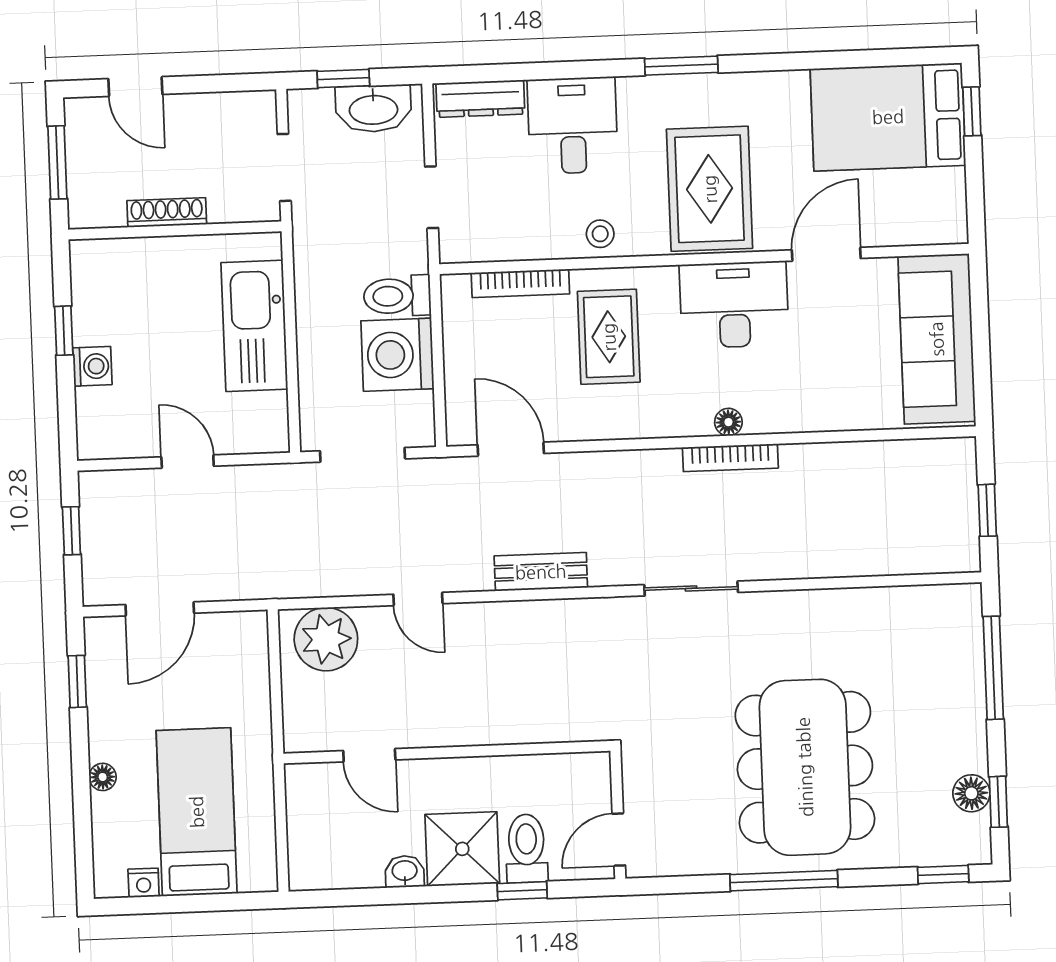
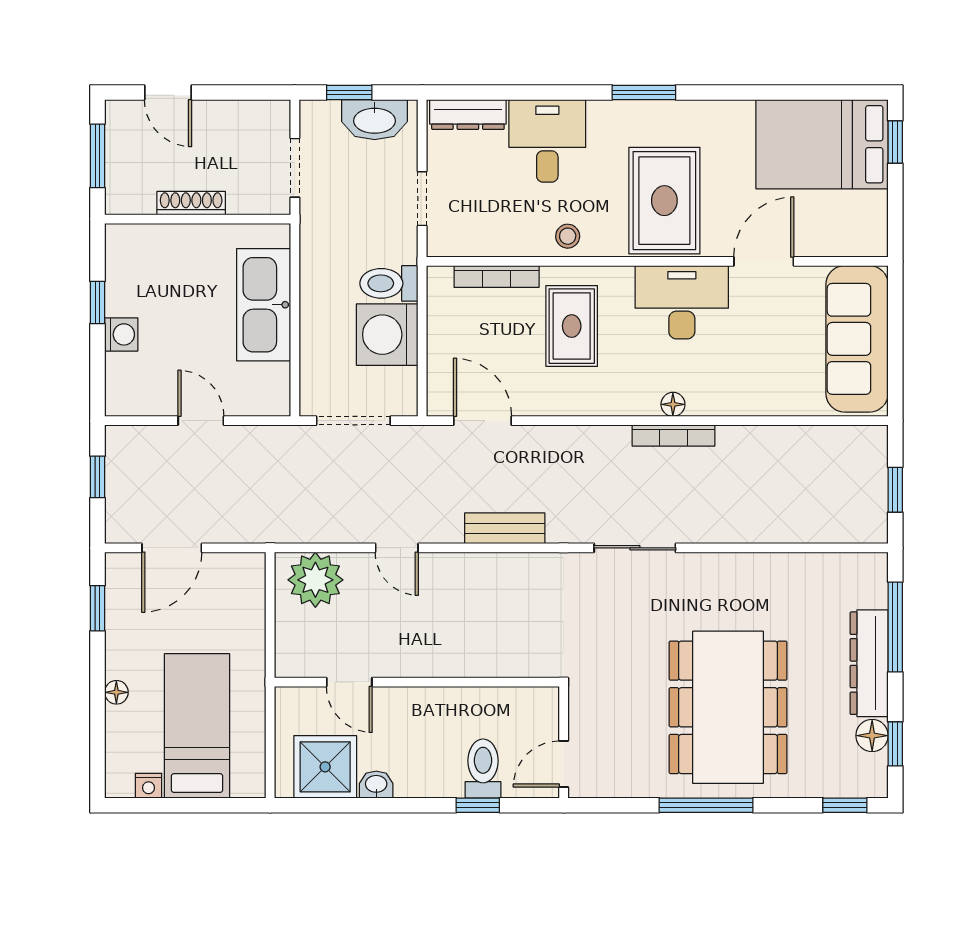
dresser: (965, 710) -> (869, 663), added
shower: (462, 849) -> (325, 767), moved

